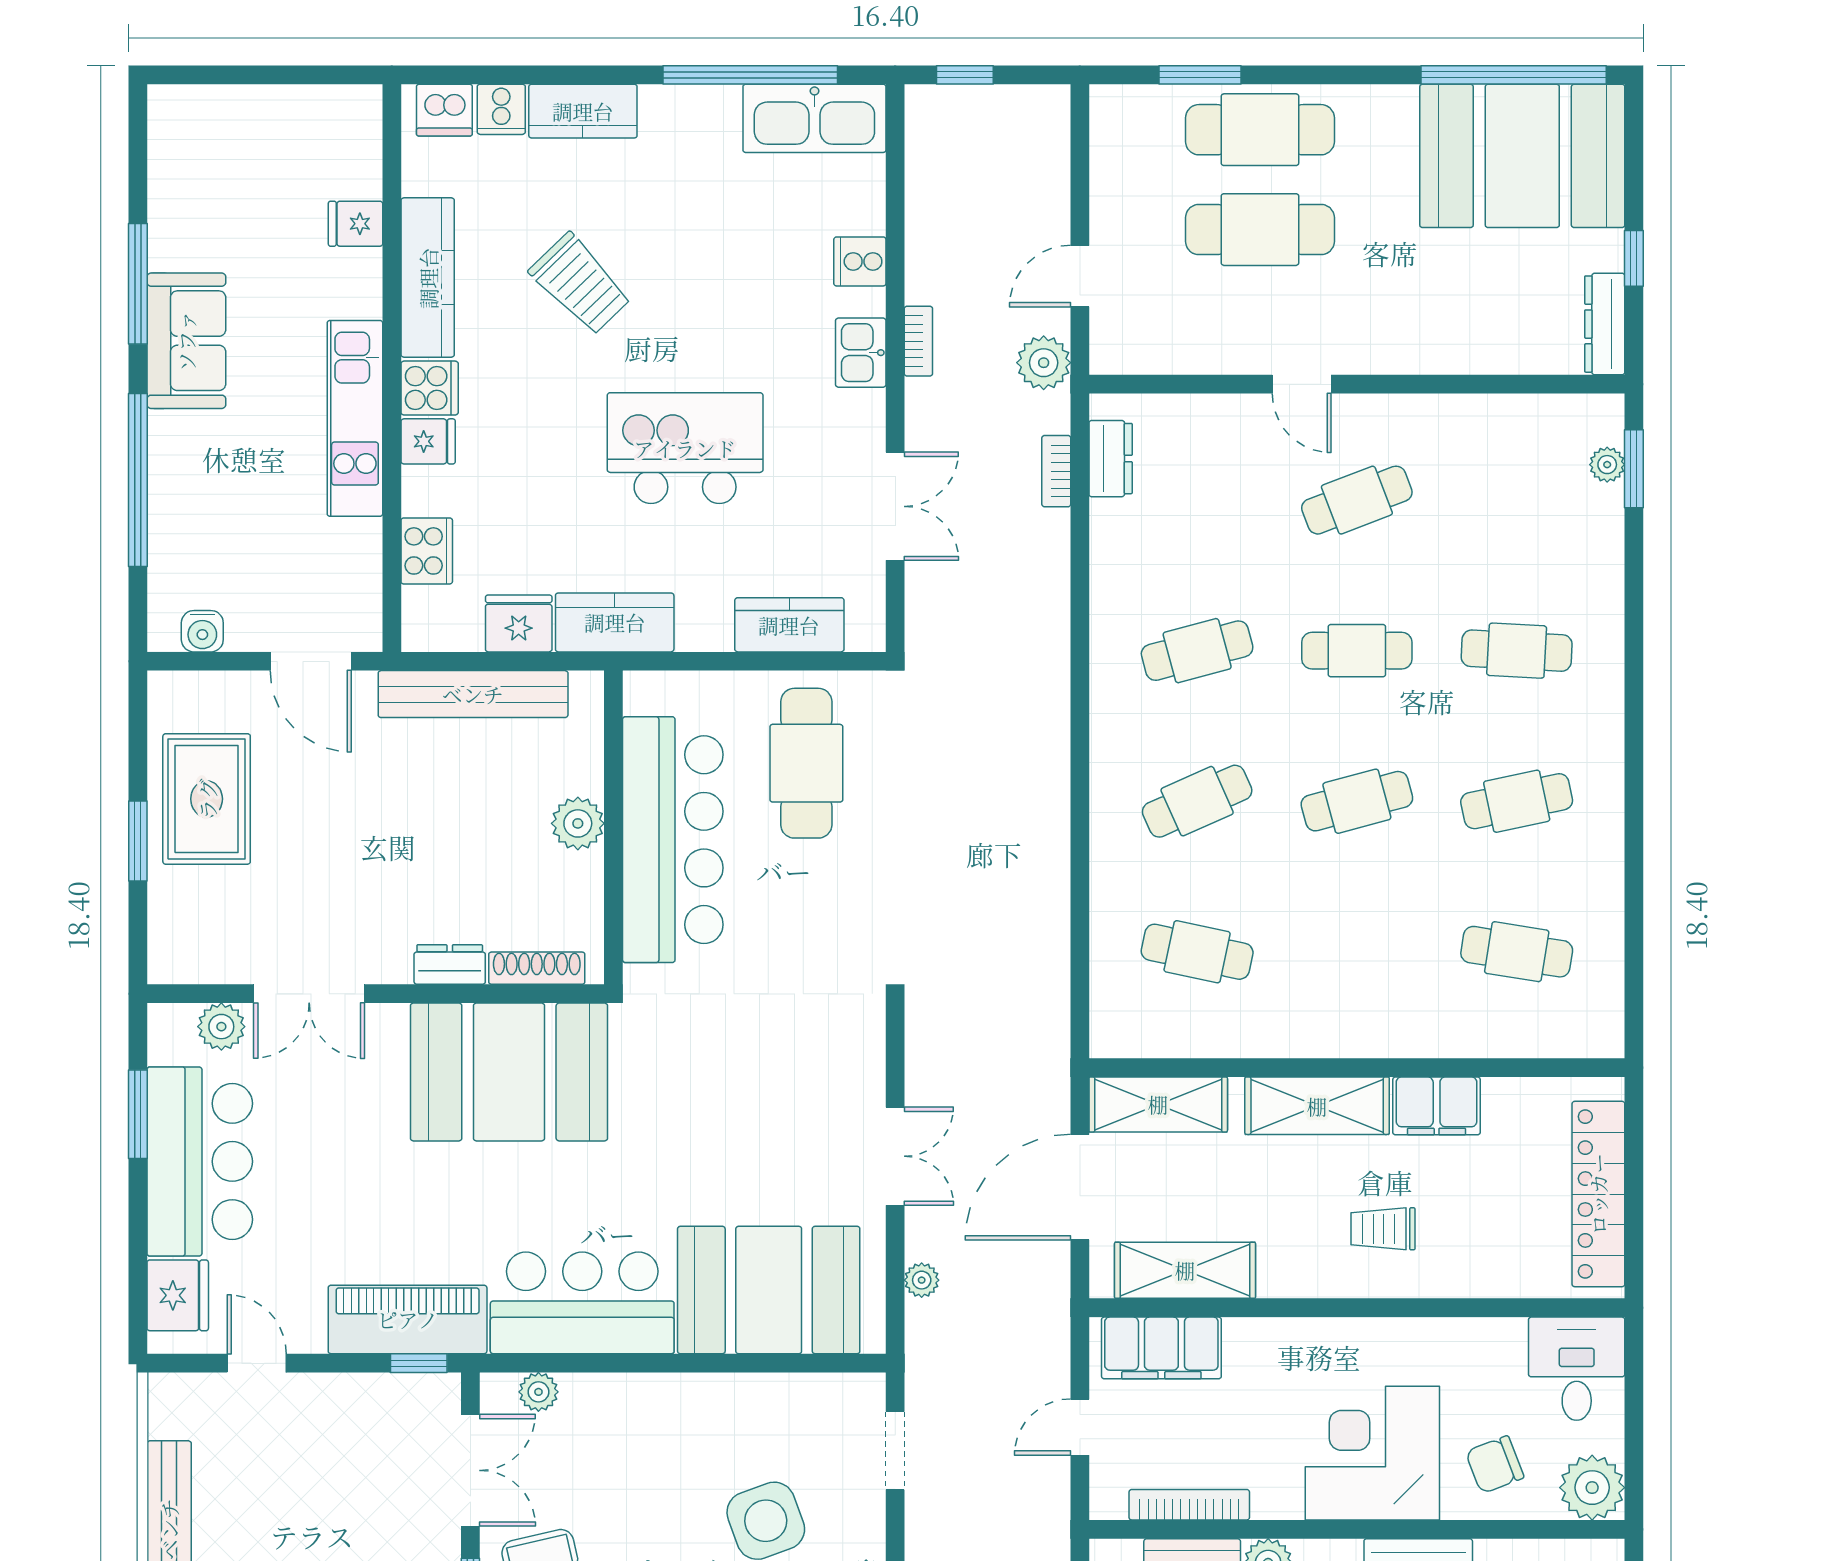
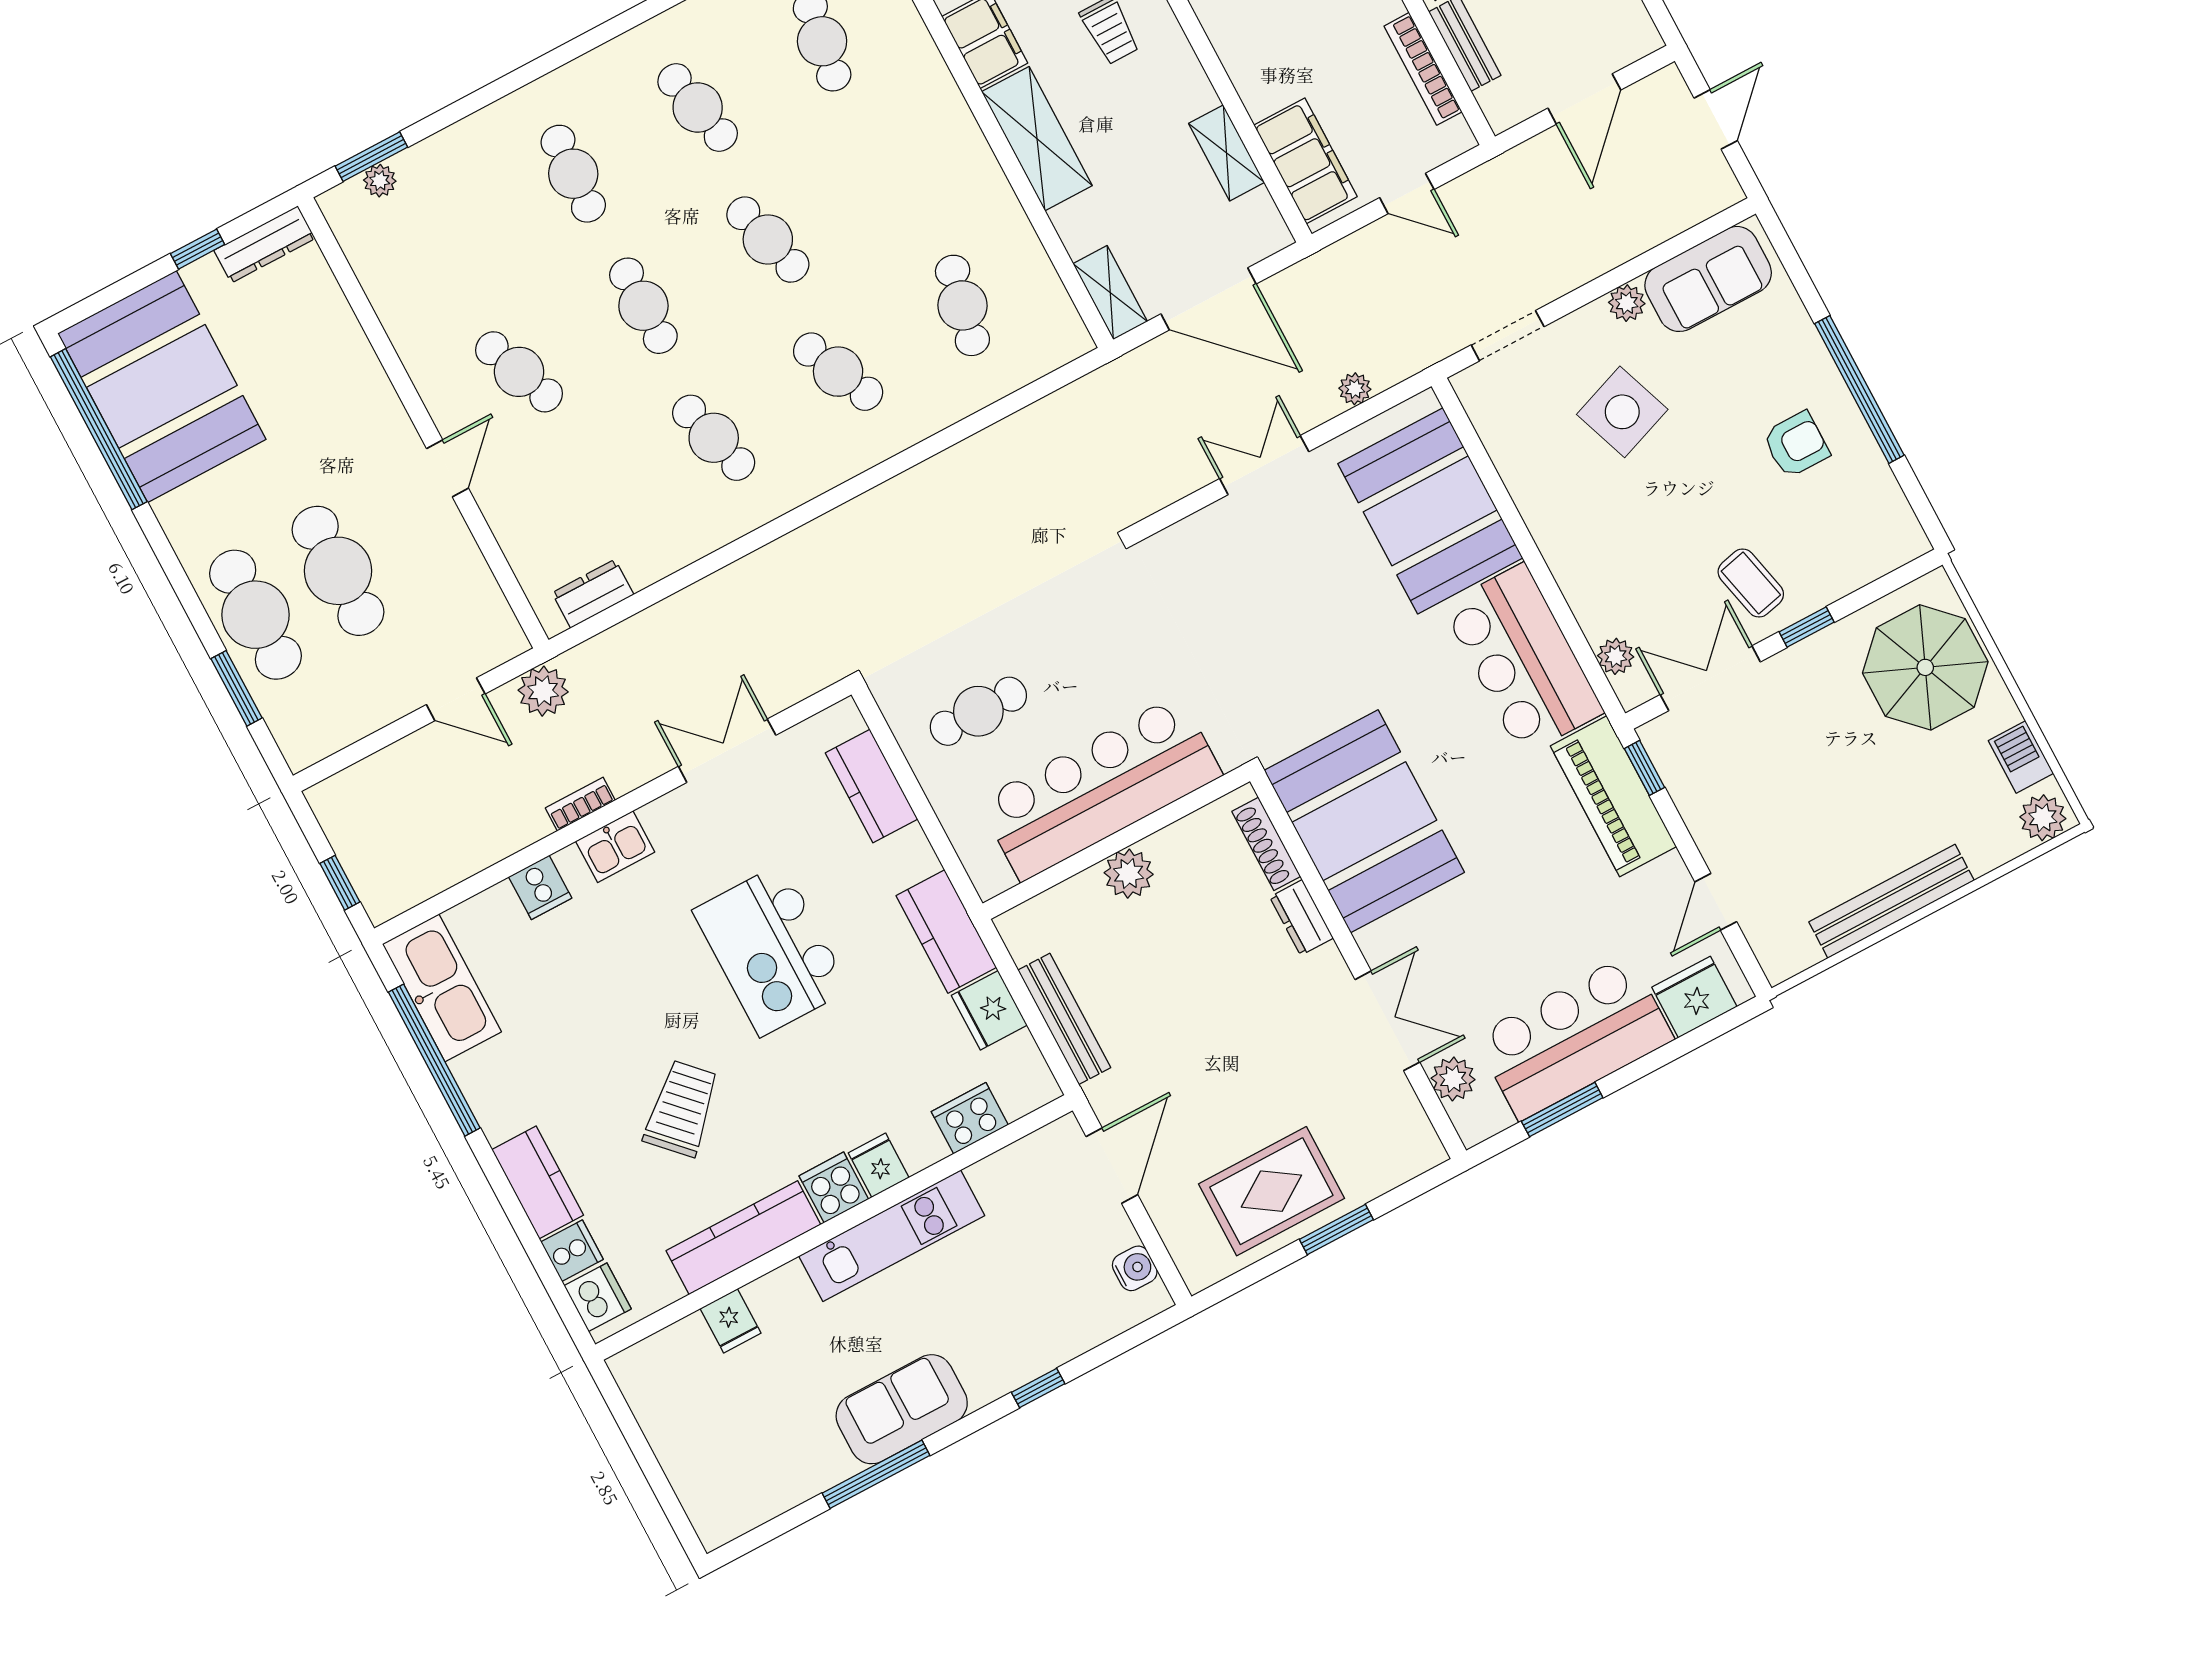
bookcase: (1056, 471) -> (627, 633), removed
window: (138, 480) -> (1038, 1388), width x0.32
bench: (473, 694) -> (1064, 1019), width x0.73, depth x0.82
cafe table: (806, 763) -> (978, 711), width x0.73, depth x0.74
shelving: (1158, 1104) -> (1110, 293), width x0.67, depth x0.75
shelving: (1185, 1270) -> (1227, 153), width x0.67, depth x0.75

